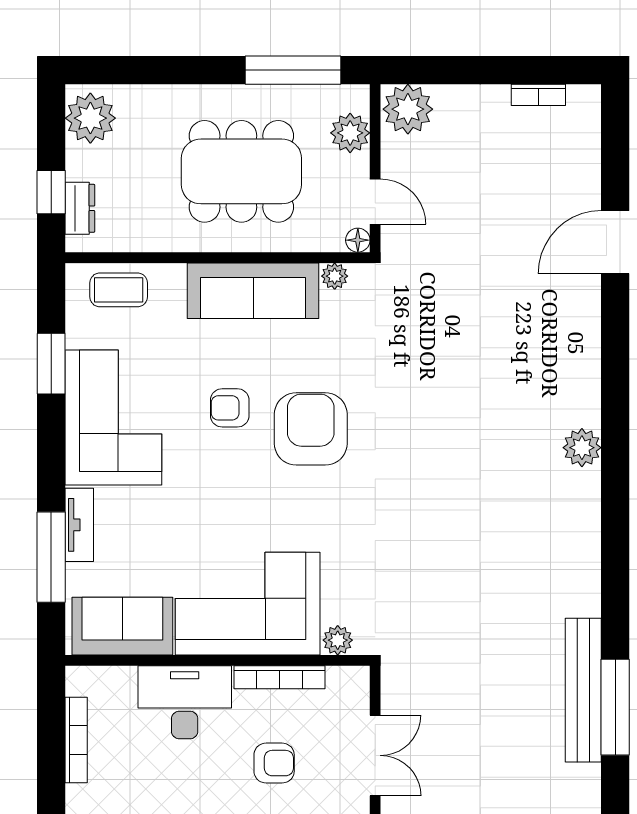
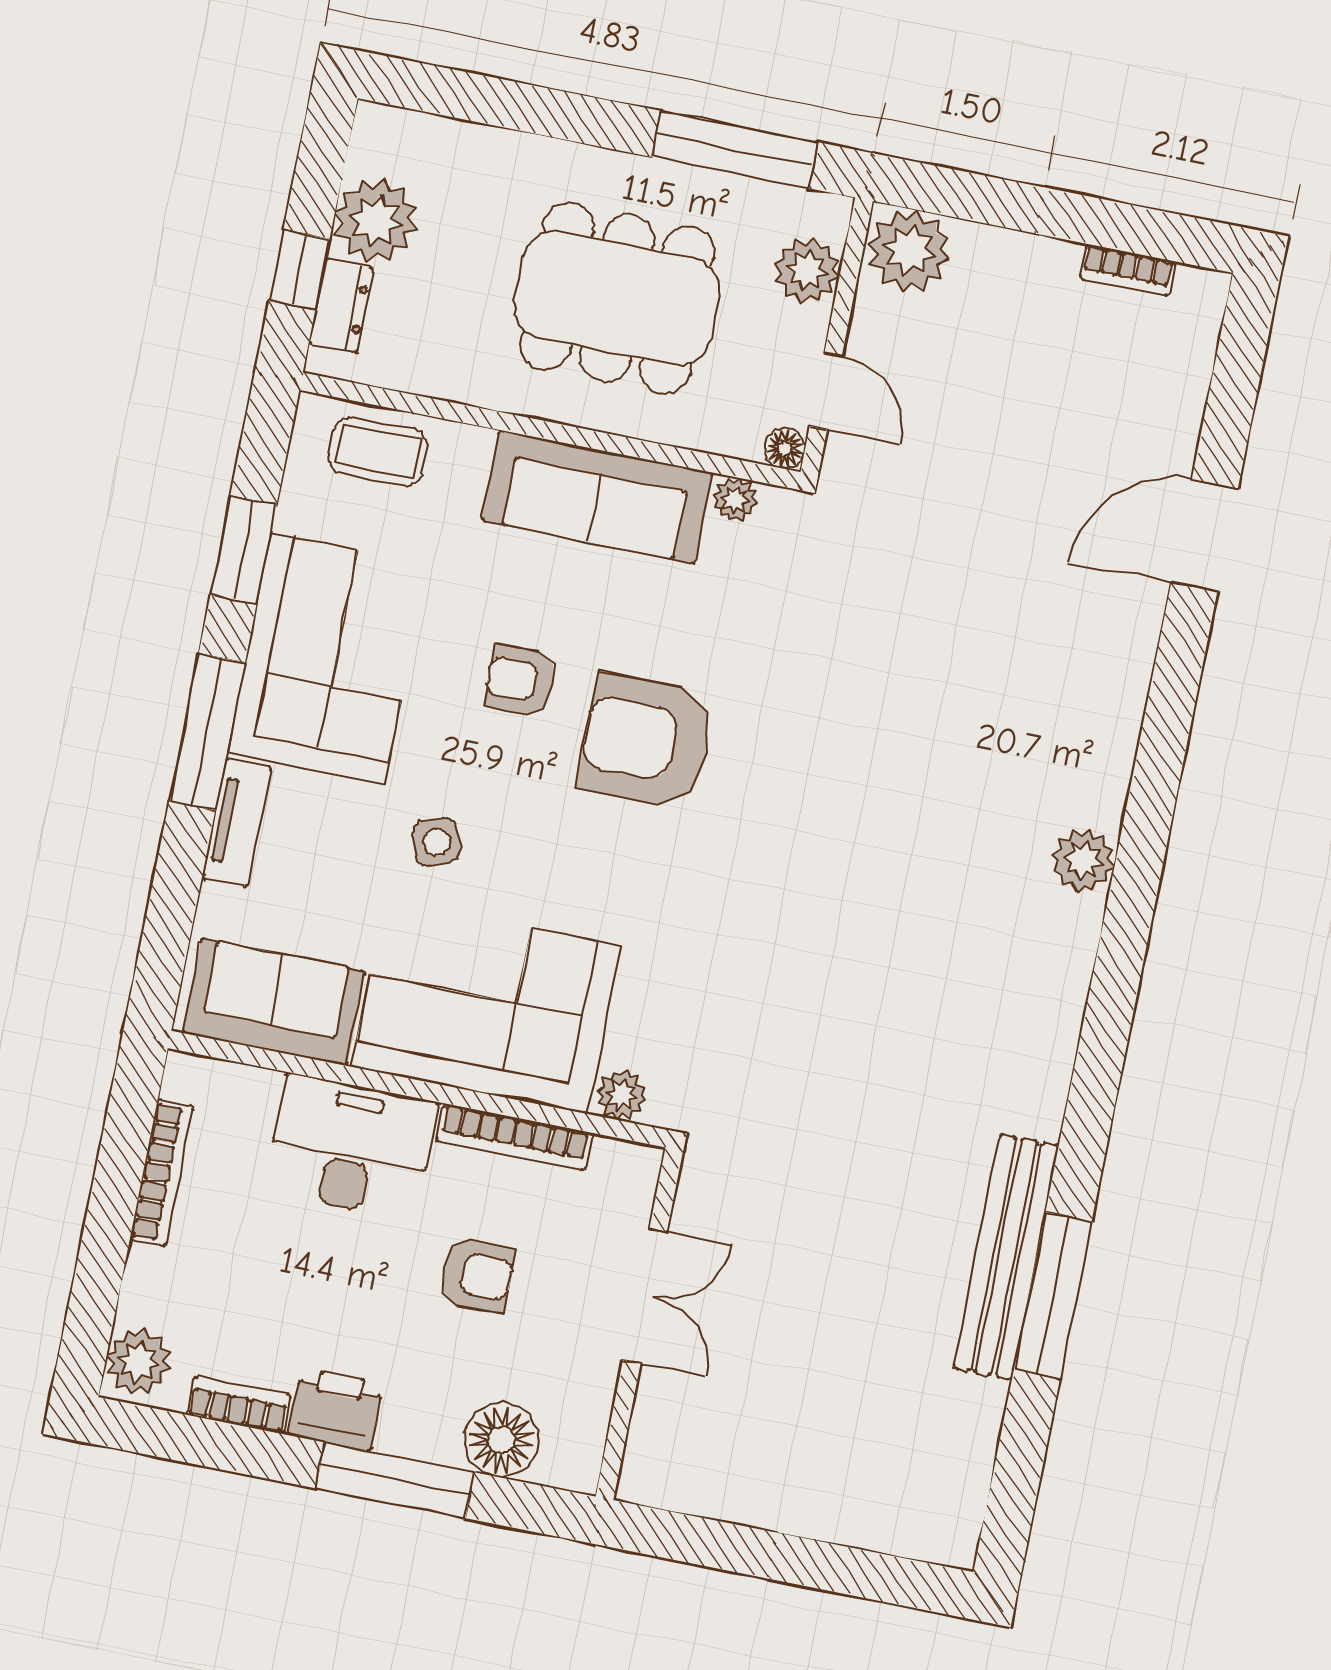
plant: (90, 118) -> (376, 221), moved
armchair: (311, 429) -> (646, 741), turned -90
side table: (199, 513) -> (437, 842), added
window: (51, 557) -> (207, 732), moved

